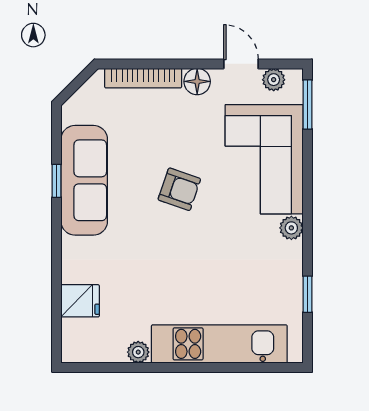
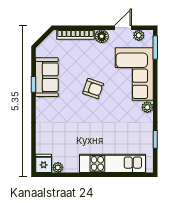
door: (241, 64) -> (123, 28), hinge flipped
sofa: (84, 180) -> (47, 77), width x0.73
fridge: (80, 301) -> (44, 163), moved, turned -90
plant: (138, 352) -> (58, 167), moved

